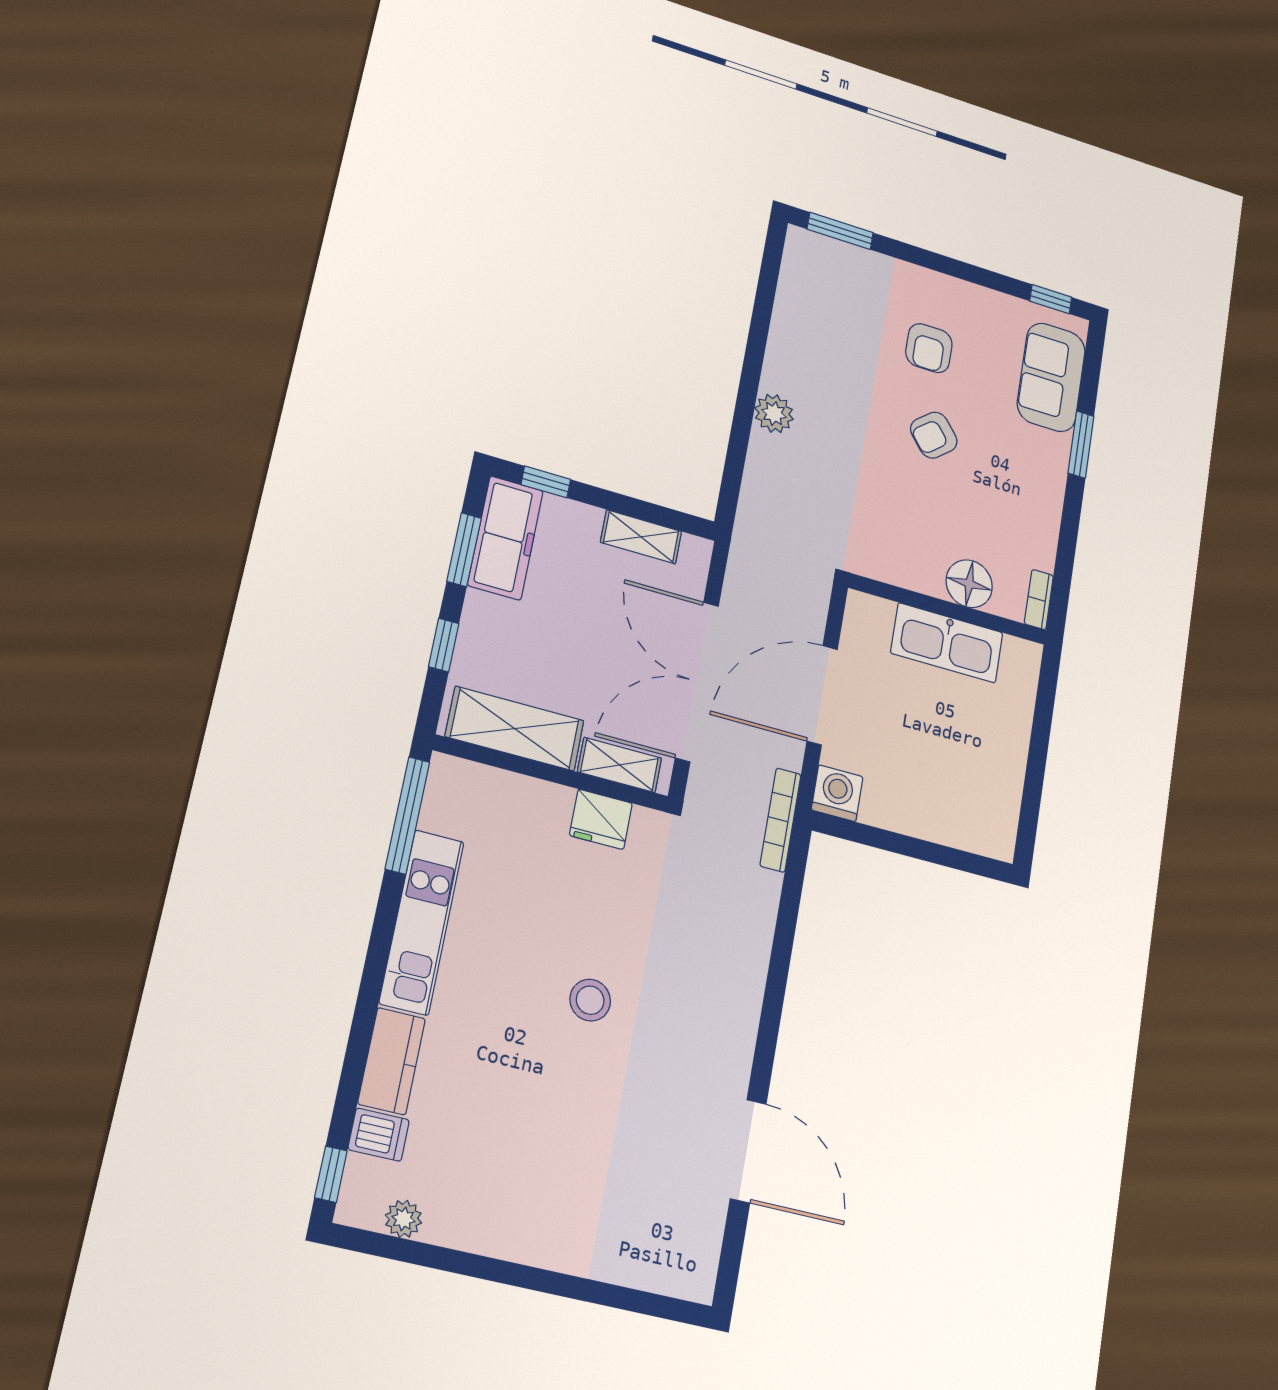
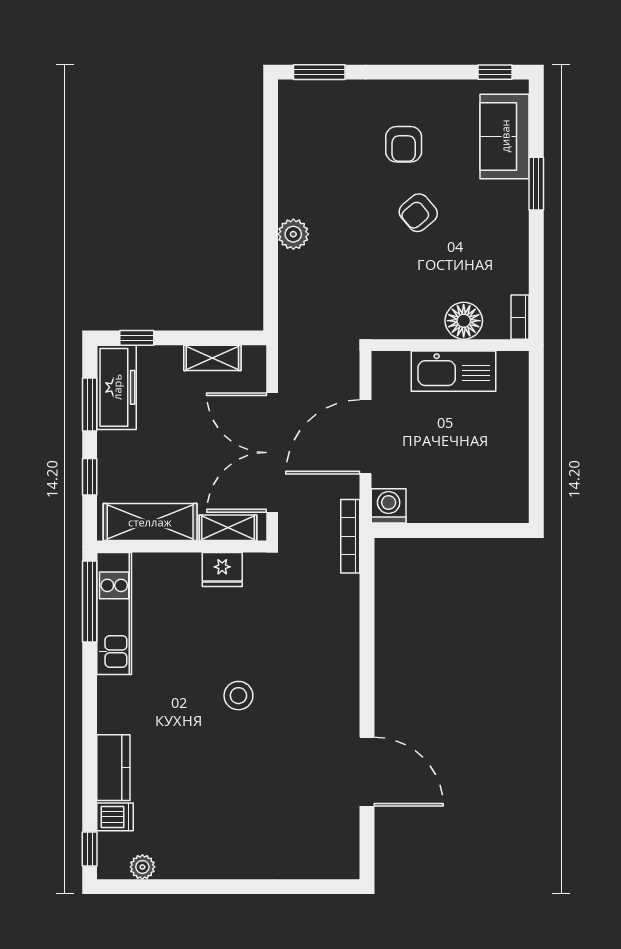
kitchen unit: (422, 922) -> (114, 614), moved

